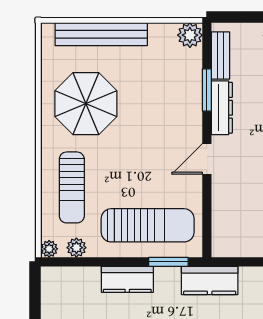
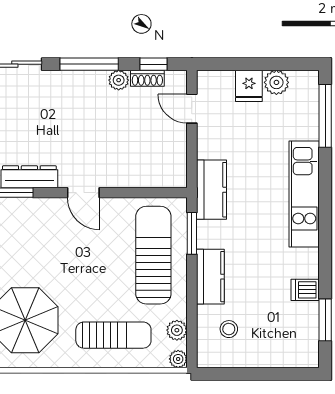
stool: (78, 297) -> (229, 329), added

